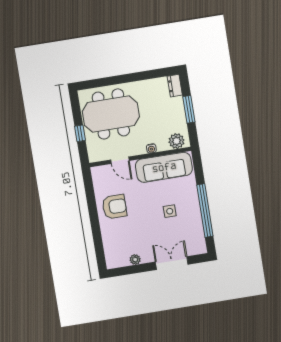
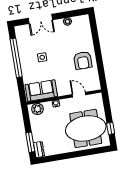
window: (189, 109) -> (30, 142), moved
window: (80, 133) -> (111, 128), moved
sofa: (164, 167) -> (41, 91), width x0.73
armchair: (114, 207) -> (83, 60), turned -90

